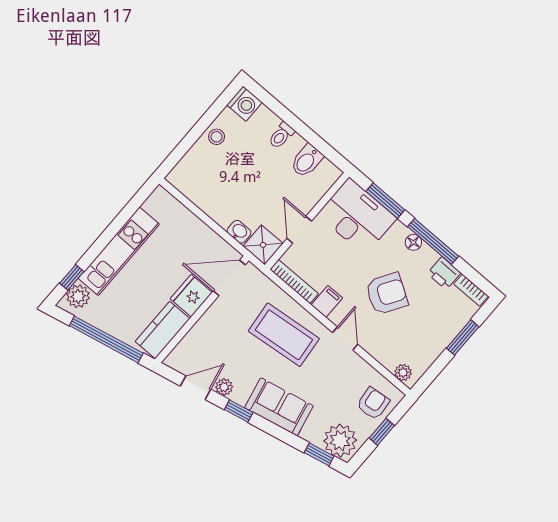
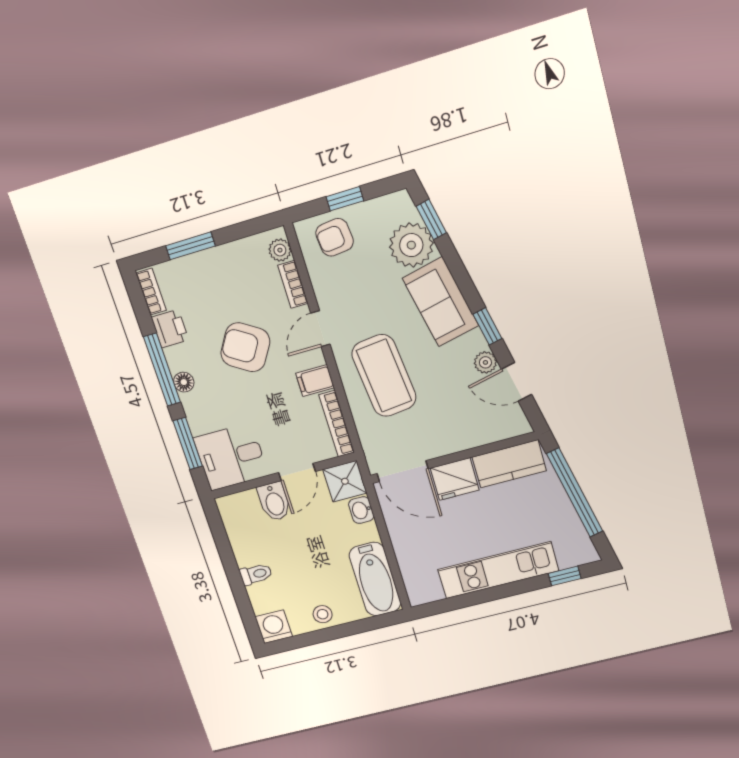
bidet: (307, 161) -> (274, 502), moved, turned 90
bathtub: (197, 188) -> (375, 579), added
desk: (357, 216) -> (231, 457), width x0.73
plant: (78, 296) -> (572, 554), removed
bookcase: (381, 356) -> (293, 284), added
plant: (340, 441) -> (411, 245), moved

